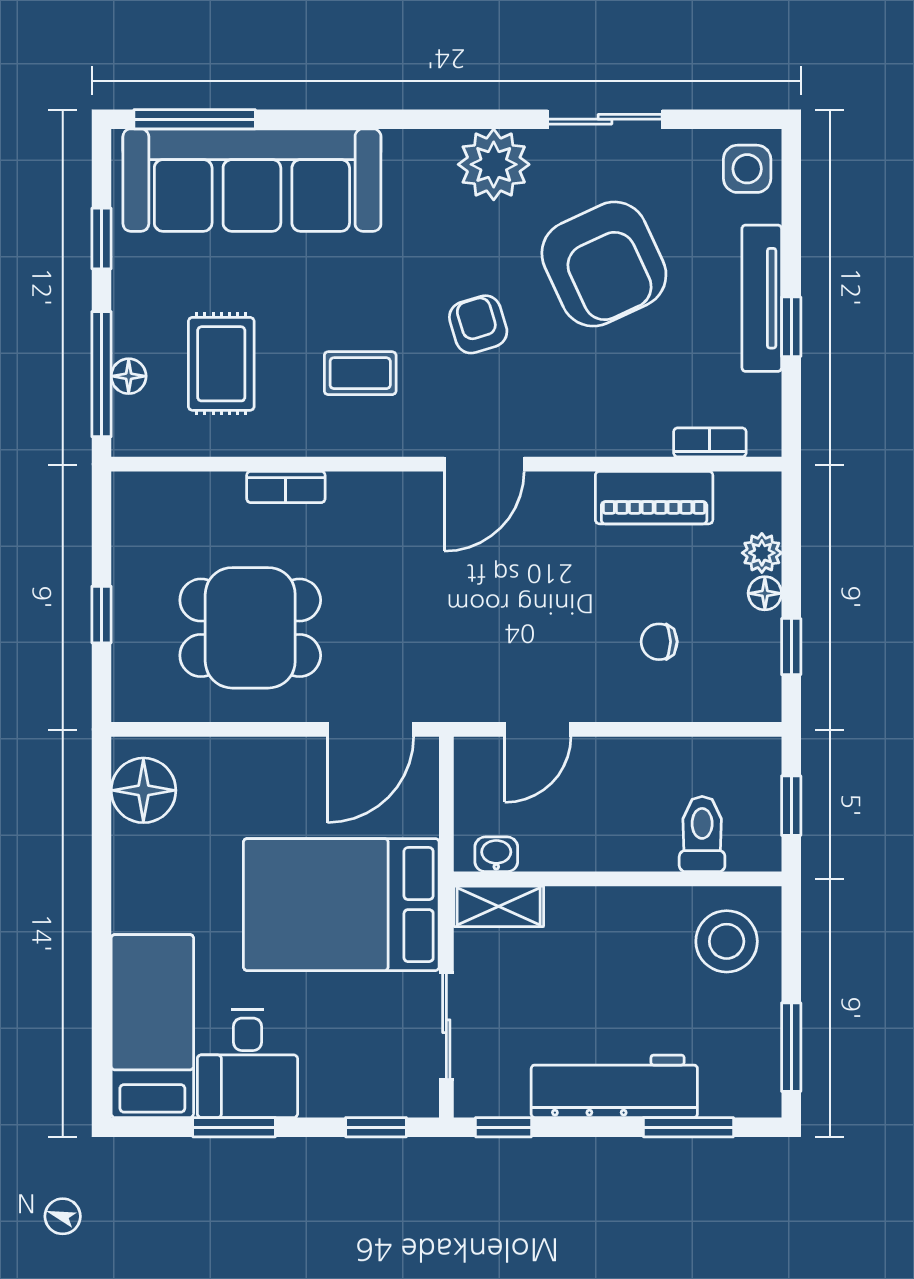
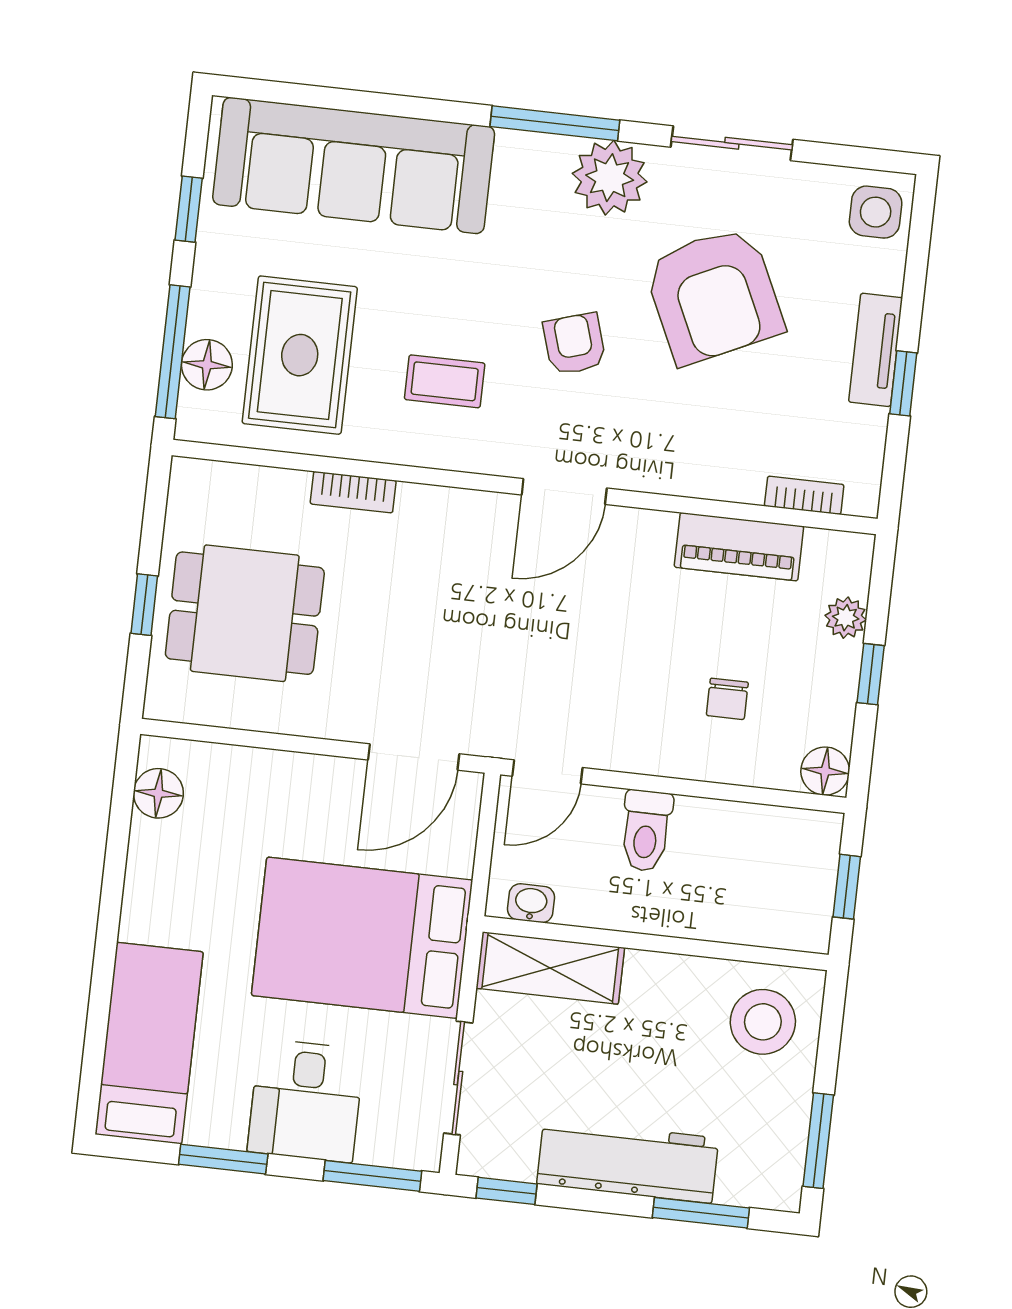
window: (195, 119) -> (555, 123), moved
tv unit: (762, 298) -> (876, 350), width x0.71
rug: (221, 364) -> (300, 355), width x1.36, depth x1.43
floor lamp: (129, 376) -> (207, 365), width x1.37, depth x1.37
floor lamp: (765, 593) -> (825, 771), moved, width x1.37, depth x1.37
dining table: (250, 628) -> (245, 613), moved
chair: (659, 642) -> (727, 699), turned -90
window: (791, 647) -> (871, 674), moved
door: (538, 729) -> (547, 772), moved
floor lamp: (143, 790) -> (158, 793), width x0.73, depth x0.73
toilet: (702, 834) -> (646, 831), moved, turned 180
shelving: (499, 906) -> (550, 968), width x1.50, depth x1.33
desk: (248, 1064) -> (306, 1101), moved
window: (376, 1127) -> (372, 1176), width x1.50

